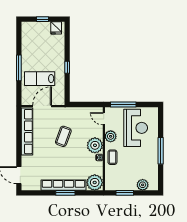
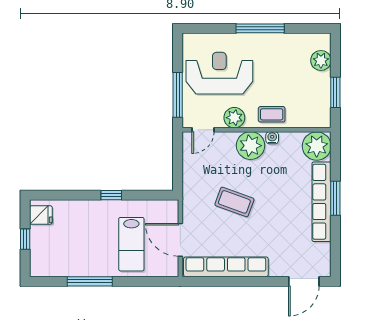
window: (19, 68) -> (90, 281), moved

